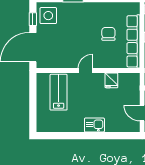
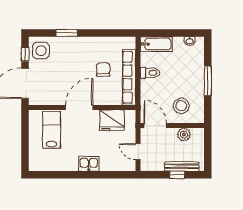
door: (85, 71) -> (79, 107), width x1.88
fridge: (111, 80) -> (112, 120), width x1.88, depth x1.34

